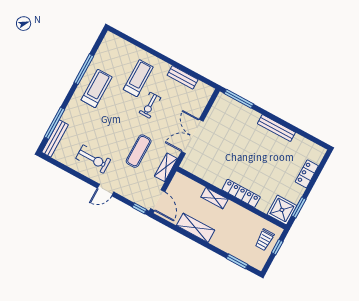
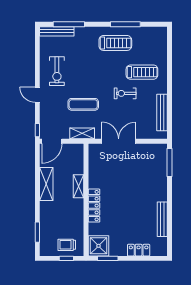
bench: (183, 77) -> (162, 112), width x1.36
bench: (276, 128) -> (162, 219), moved

